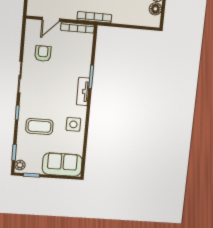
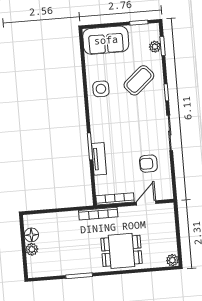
armchair: (43, 54) -> (148, 164), turned 90
tv unit: (83, 91) -> (99, 159), moved
coffee table: (39, 126) -> (139, 80), turned -41
plant: (20, 165) -> (155, 47), moved

